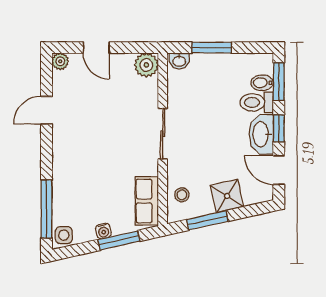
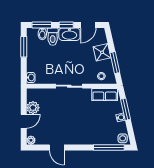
window: (212, 48) -> (24, 47), moved
plant: (146, 65) -> (33, 108), moved

